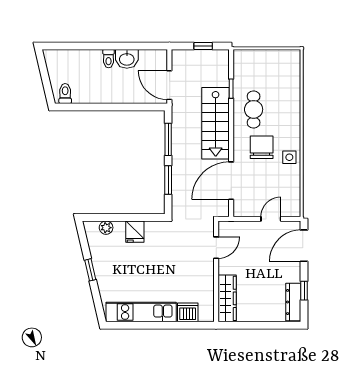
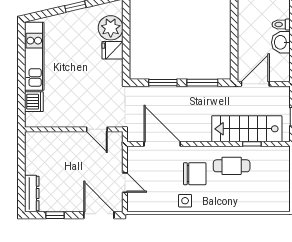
stairs: (216, 123) -> (247, 129), moved
plant: (106, 228) -> (111, 28), width x1.88, depth x1.88
wardrobe: (227, 298) -> (47, 140), removed
dresser: (293, 302) -> (32, 193), moved, turned 90

